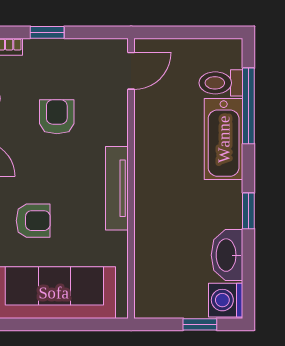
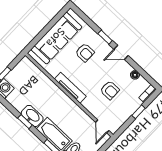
armchair: (33, 221) -> (85, 53), turned -90
washbasin: (227, 255) -> (32, 116), moved

